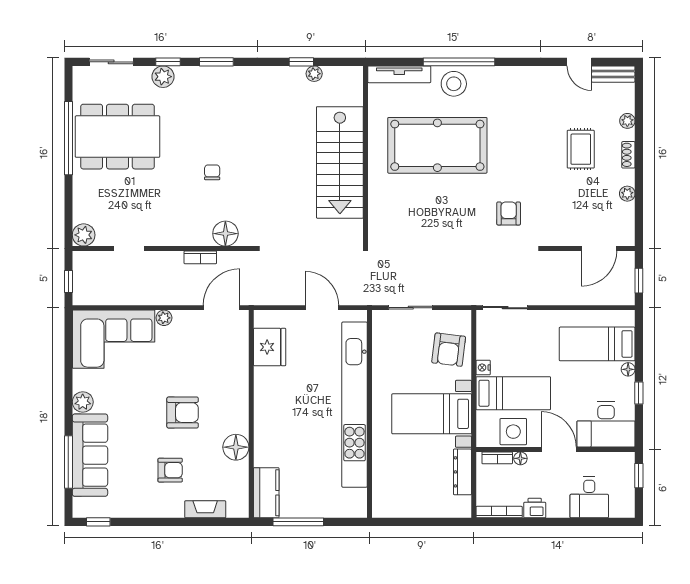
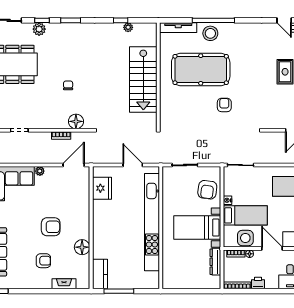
armchair: (509, 213) -> (224, 105), moved

